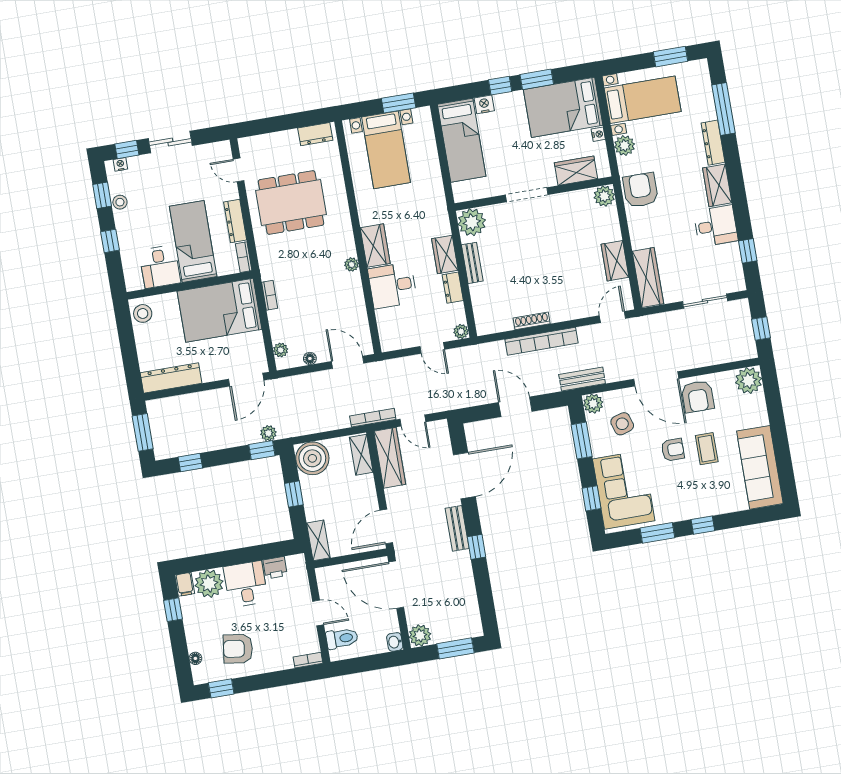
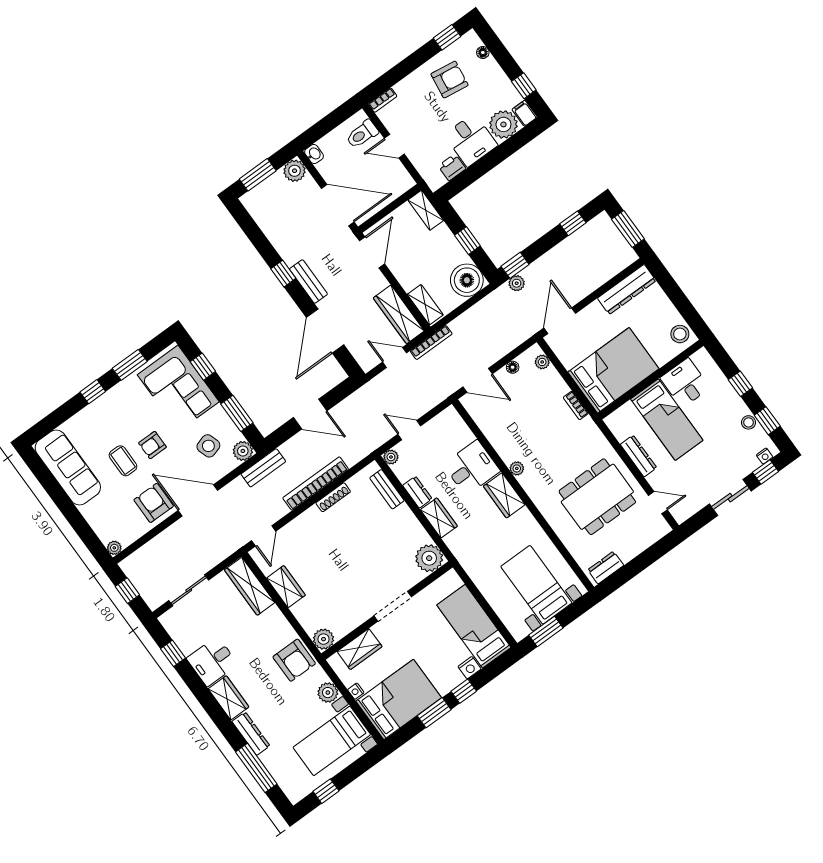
window: (670, 57) -> (326, 791), width x0.67
bookcase: (244, 257) -> (615, 428), removed
bench: (472, 263) -> (387, 489), moved
plant: (749, 381) -> (114, 548), width x0.53, depth x0.53

